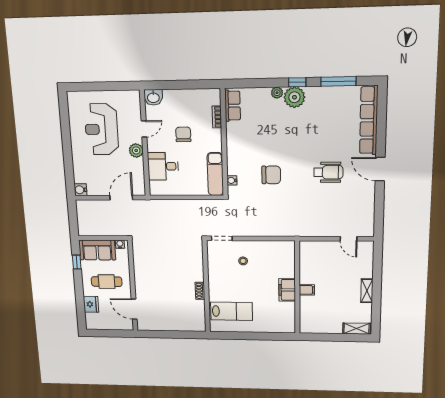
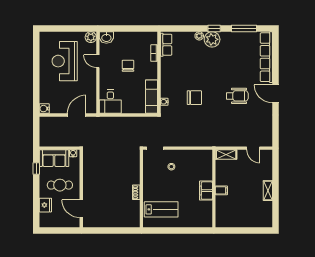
door: (144, 129) -> (98, 61), swing flipped
plant: (136, 150) -> (91, 37), moved
desk: (163, 166) -> (110, 102), moved, turned -90
shelving: (357, 329) -> (226, 155), moved

